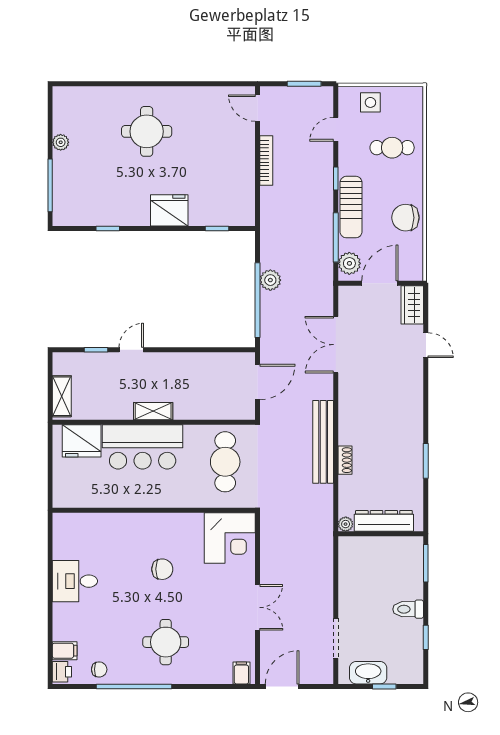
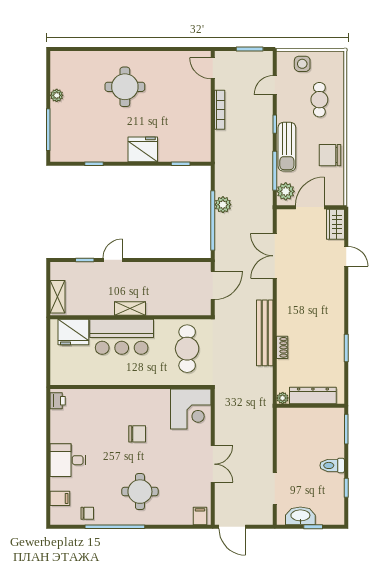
cafe table: (392, 148) -> (319, 100), turned 90
desk: (75, 581) -> (68, 460), moved
printer: (62, 672) -> (58, 401), moved
door: (282, 686) -> (232, 527), swing flipped

